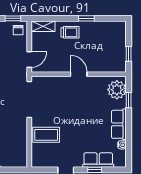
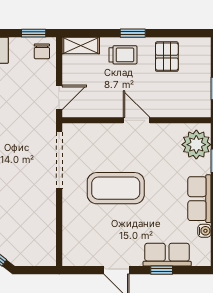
window: (86, 18) -> (133, 33), moved
pallet: (98, 33) -> (167, 57), added
coffee table: (46, 135) -> (116, 188), moved, width x1.36, depth x1.32

